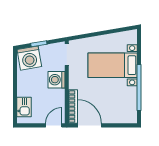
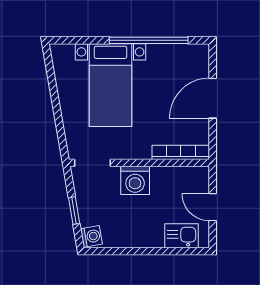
washing machine: (29, 58) -> (91, 236), width x0.53, depth x0.53
door: (54, 125) -> (213, 207), moved
door: (90, 125) -> (213, 98), moved

